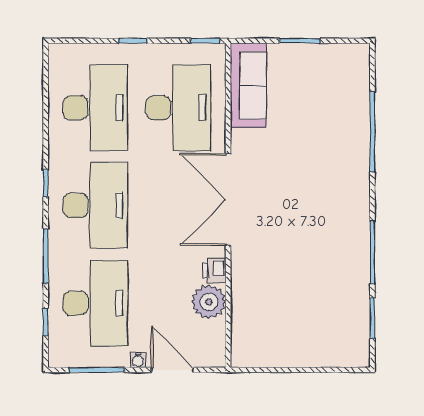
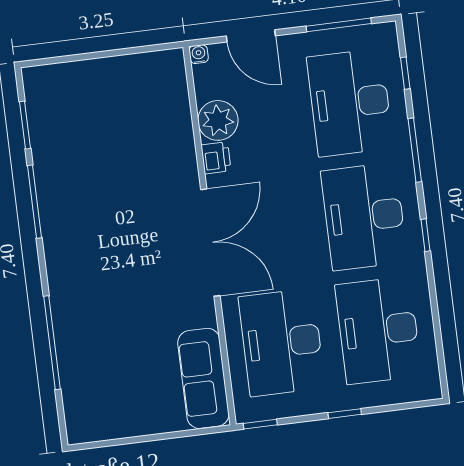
window: (300, 41) -> (150, 438), removed
water cooler: (138, 360) -> (199, 54), moved

